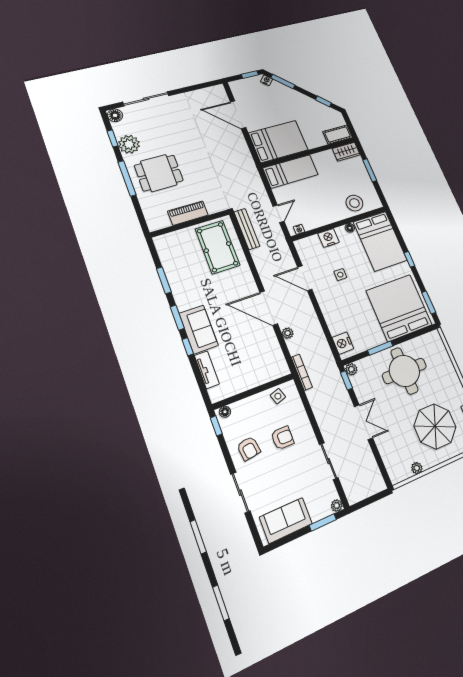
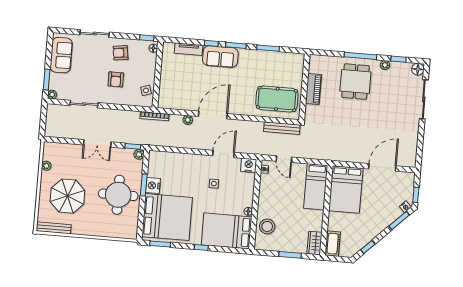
plant: (129, 144) -> (385, 65), width x0.53, depth x0.53
nightstand: (329, 238) -> (249, 165), moved, turned -90
nightstand: (343, 343) -> (153, 186), moved, turned -90

